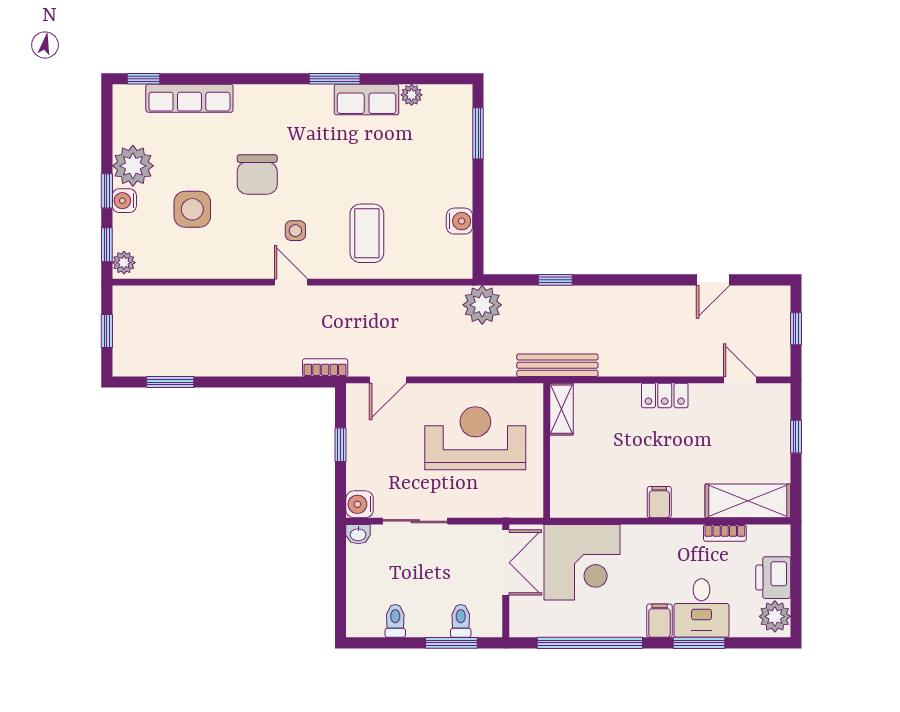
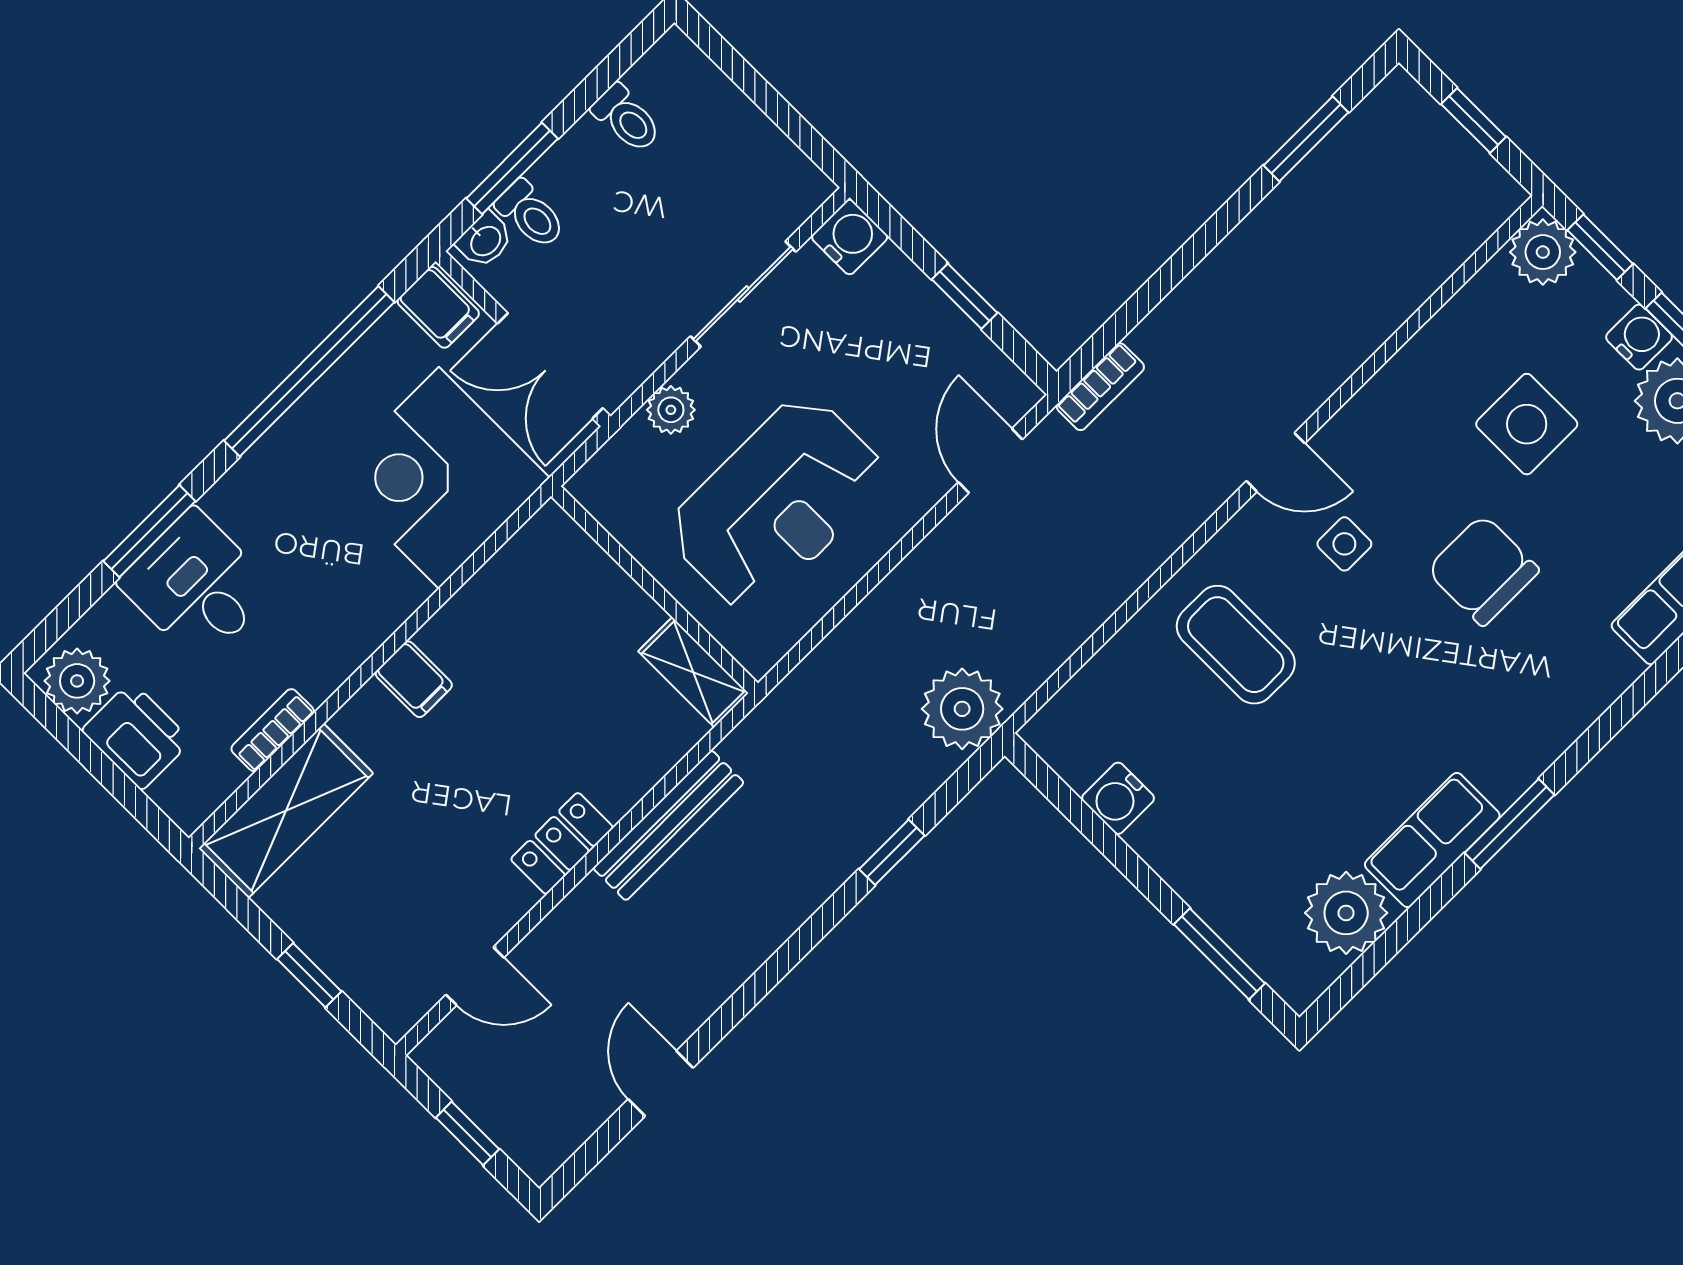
plant: (412, 95) -> (1346, 913), width x1.88, depth x1.88
plant: (124, 263) -> (1543, 252), width x1.38, depth x1.38
bench: (557, 365) -> (669, 825), moved
plant: (480, 506) -> (671, 410), added
washbasin: (358, 534) -> (485, 240), moved, turned 180
filing cabinet: (659, 621) -> (438, 307), moved

